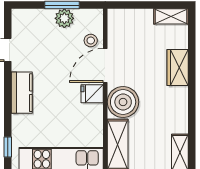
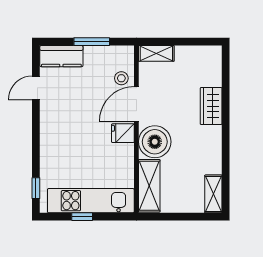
shelving: (171, 16) -> (156, 53), moved
plant: (64, 18) -> (94, 55), removed
kitchen counter: (22, 93) -> (61, 56), moved, turned 90

